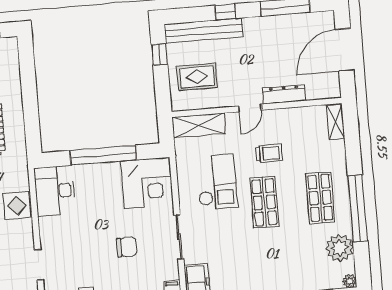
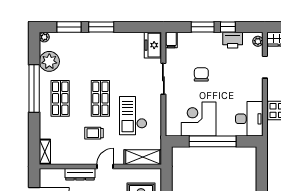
corner desk: (147, 183) -> (199, 119), moved
chair: (127, 247) -> (201, 74), turned 90

